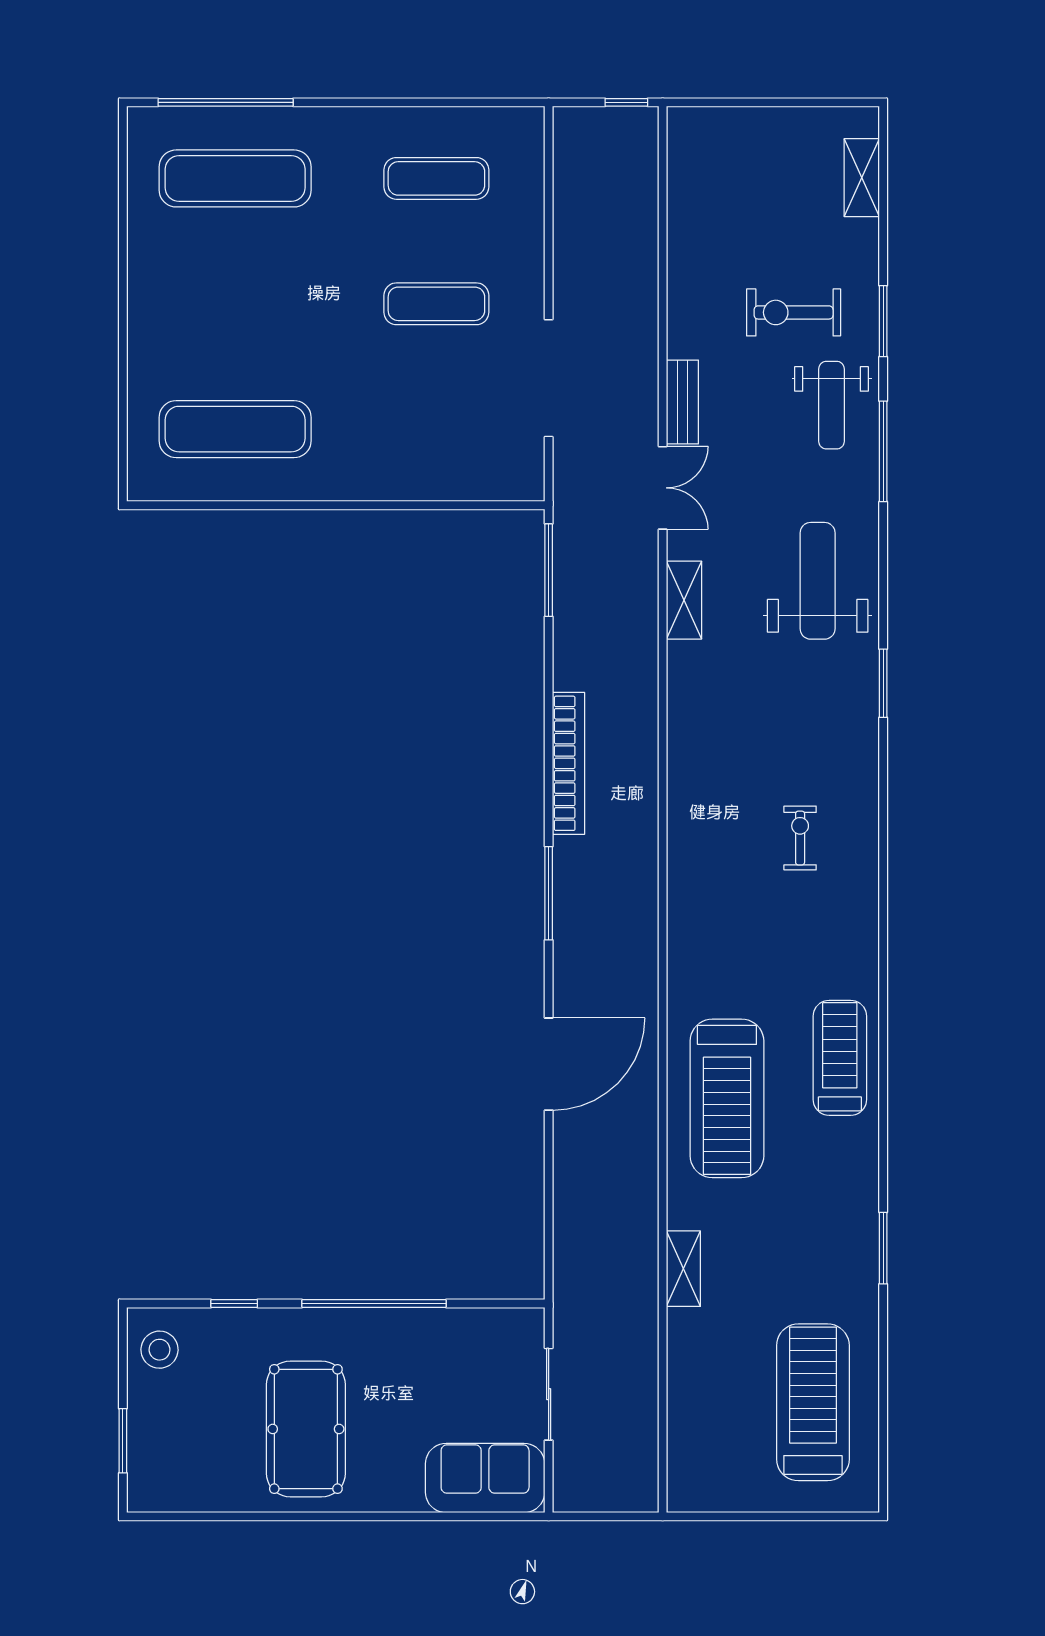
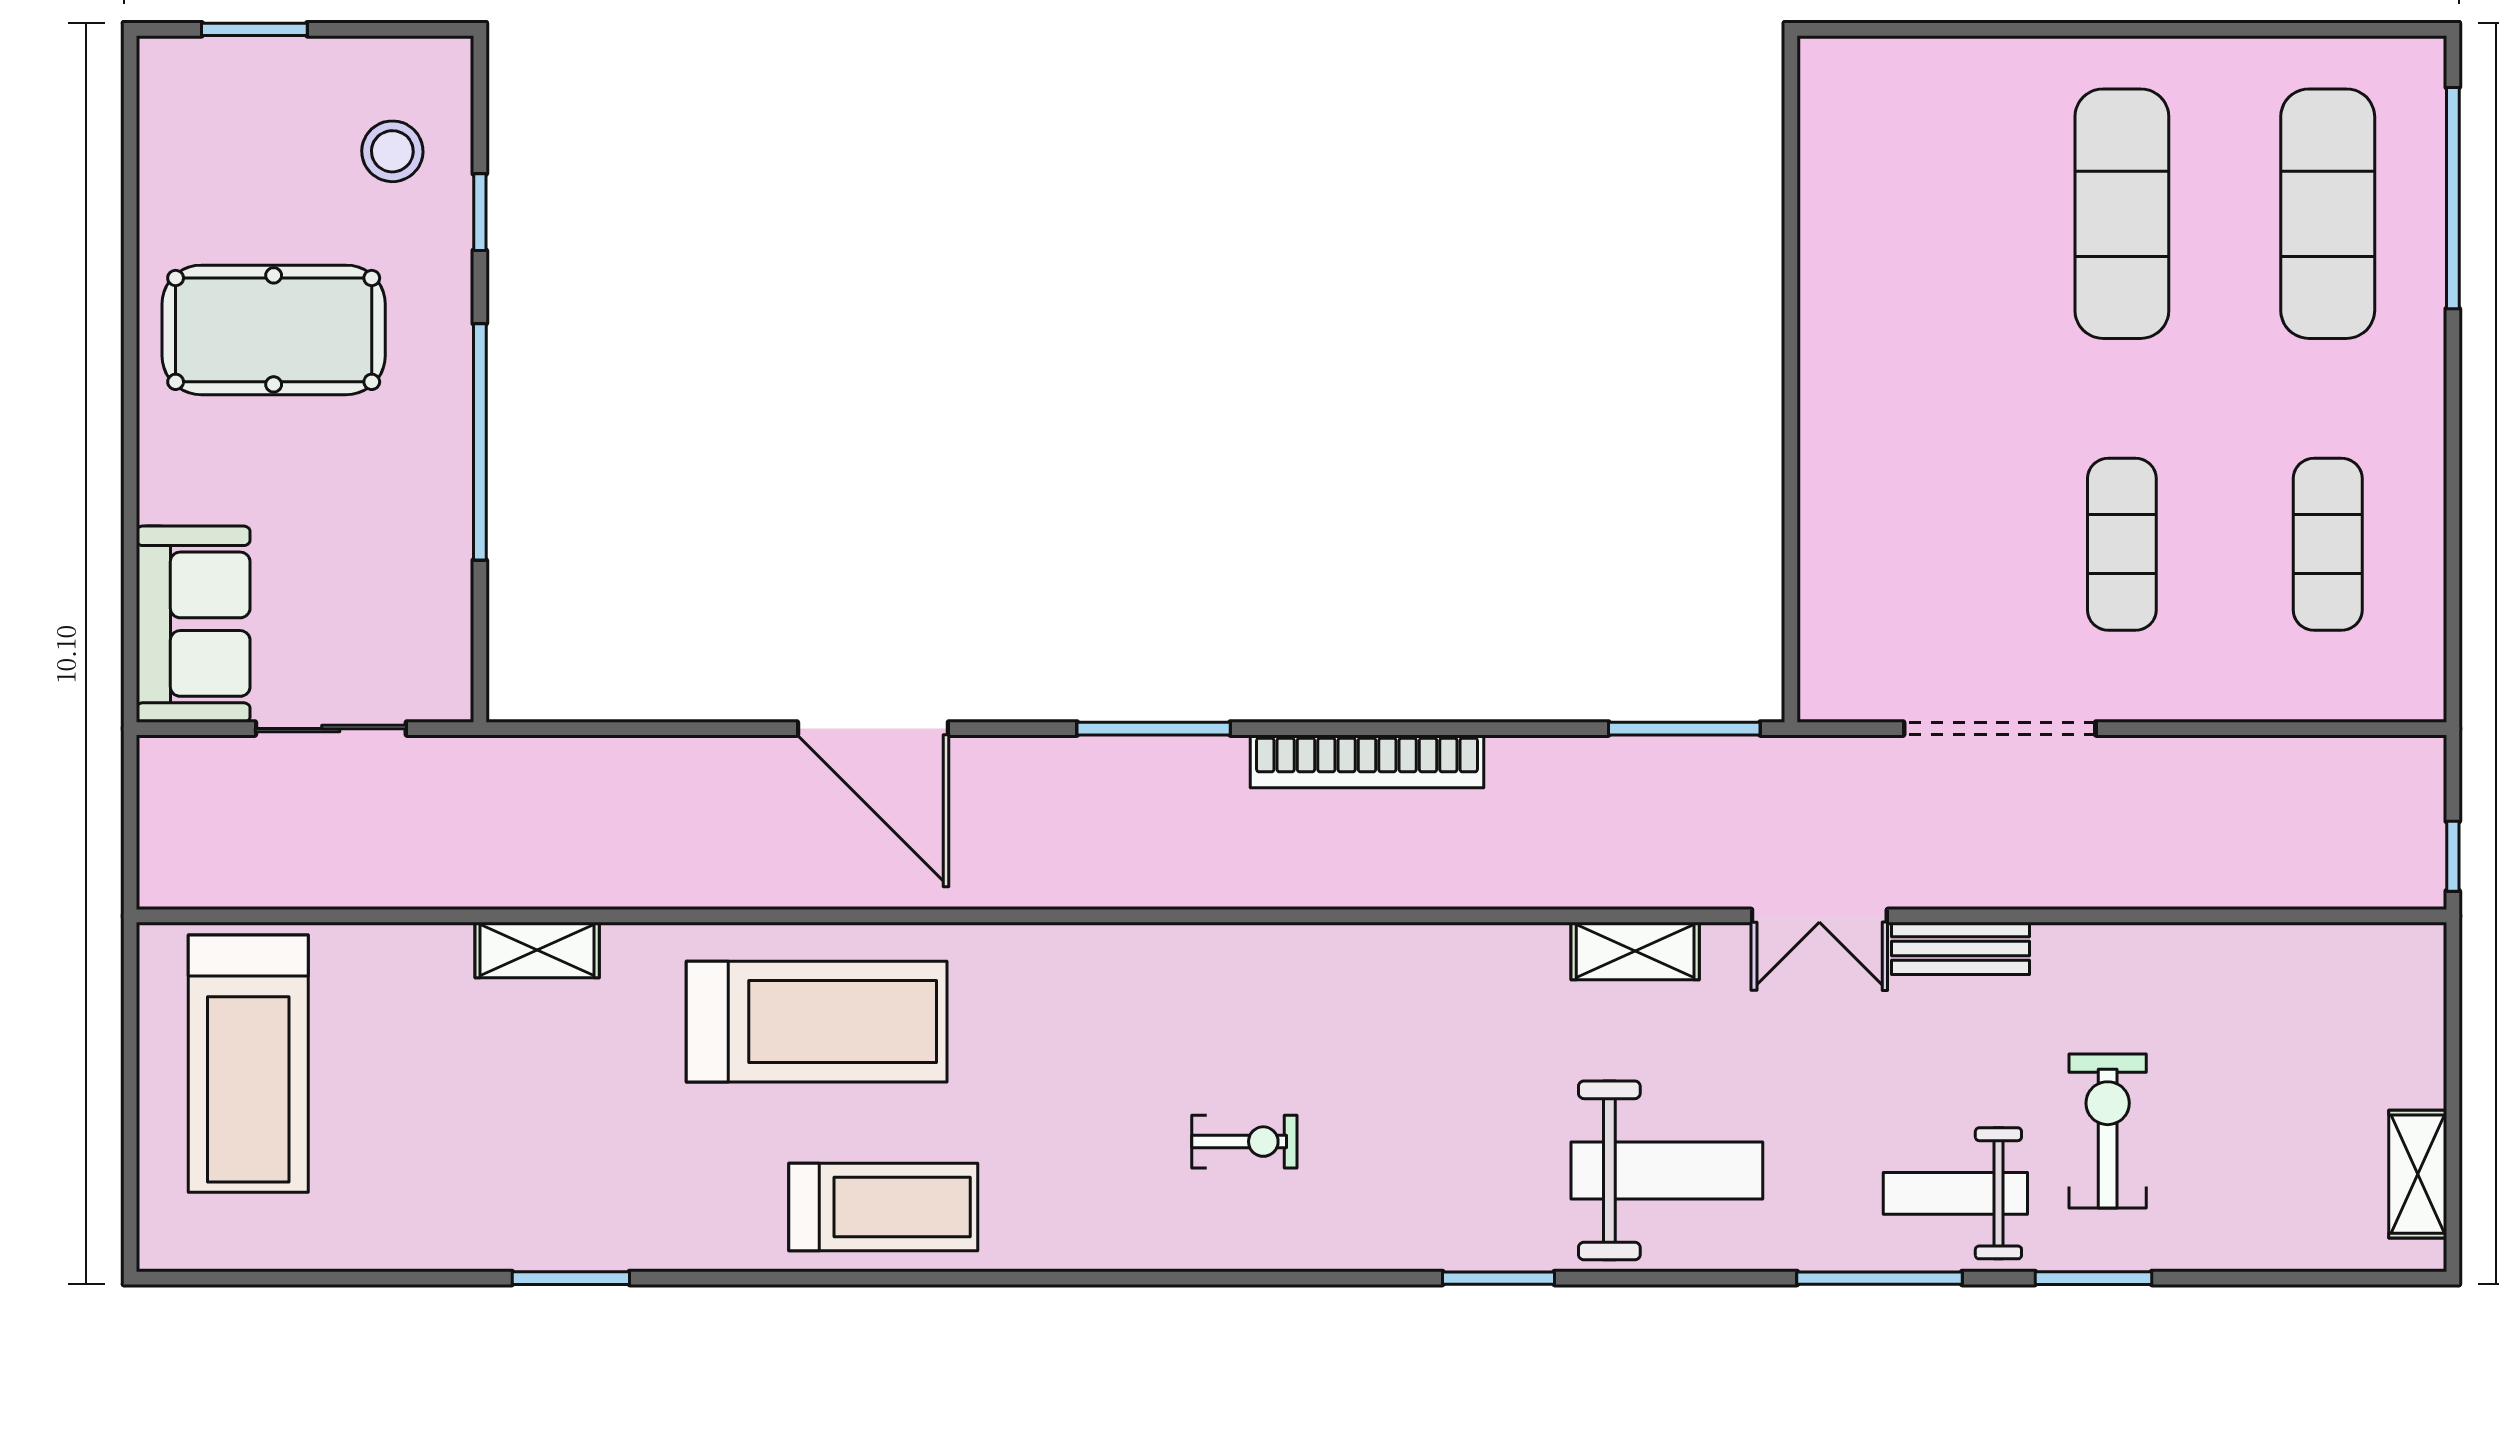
shelving: (862, 178) -> (2418, 1174), moved, turned 90
exercise mat: (235, 429) -> (2122, 214), moved
treadmill: (727, 1098) -> (817, 1022), turned 180
stool: (159, 1350) -> (392, 151), moved
treadmill: (813, 1402) -> (248, 1064), moved, turned 90

